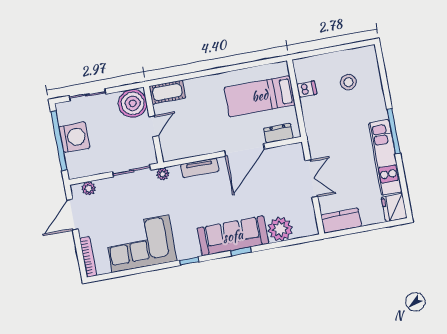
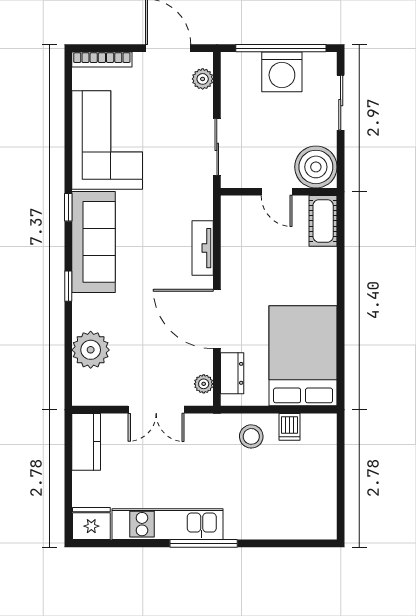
stool: (348, 82) -> (251, 436), moved
bed: (260, 96) -> (303, 356), width x1.50
plant: (163, 174) -> (204, 384), moved
sofa: (233, 236) -> (93, 242), moved

